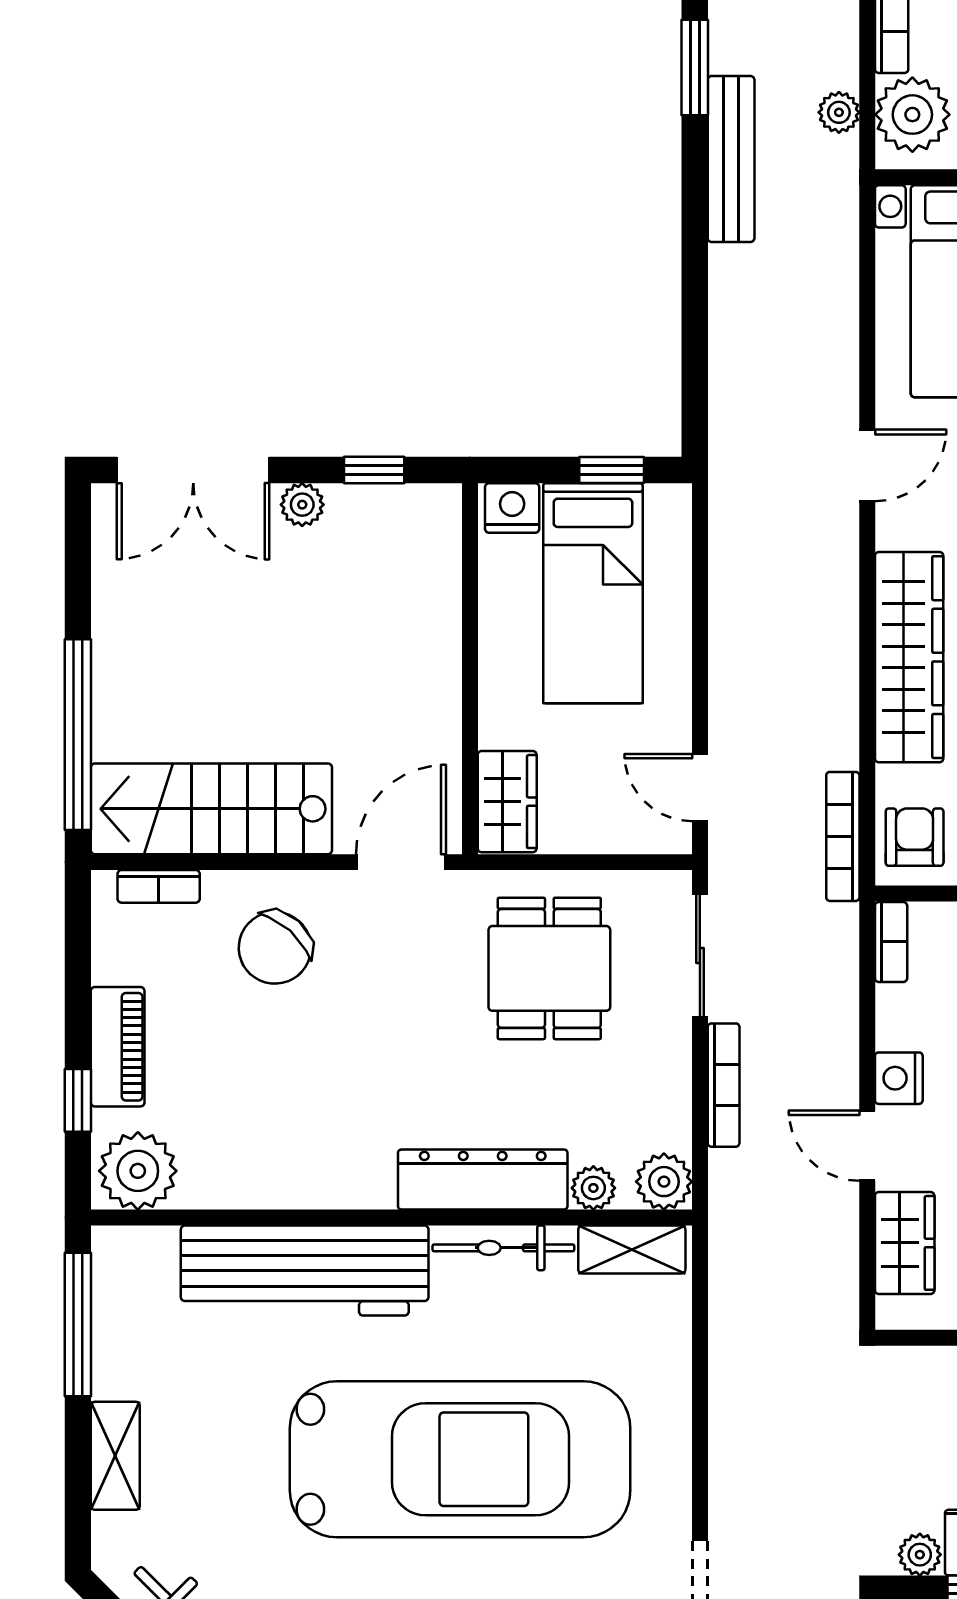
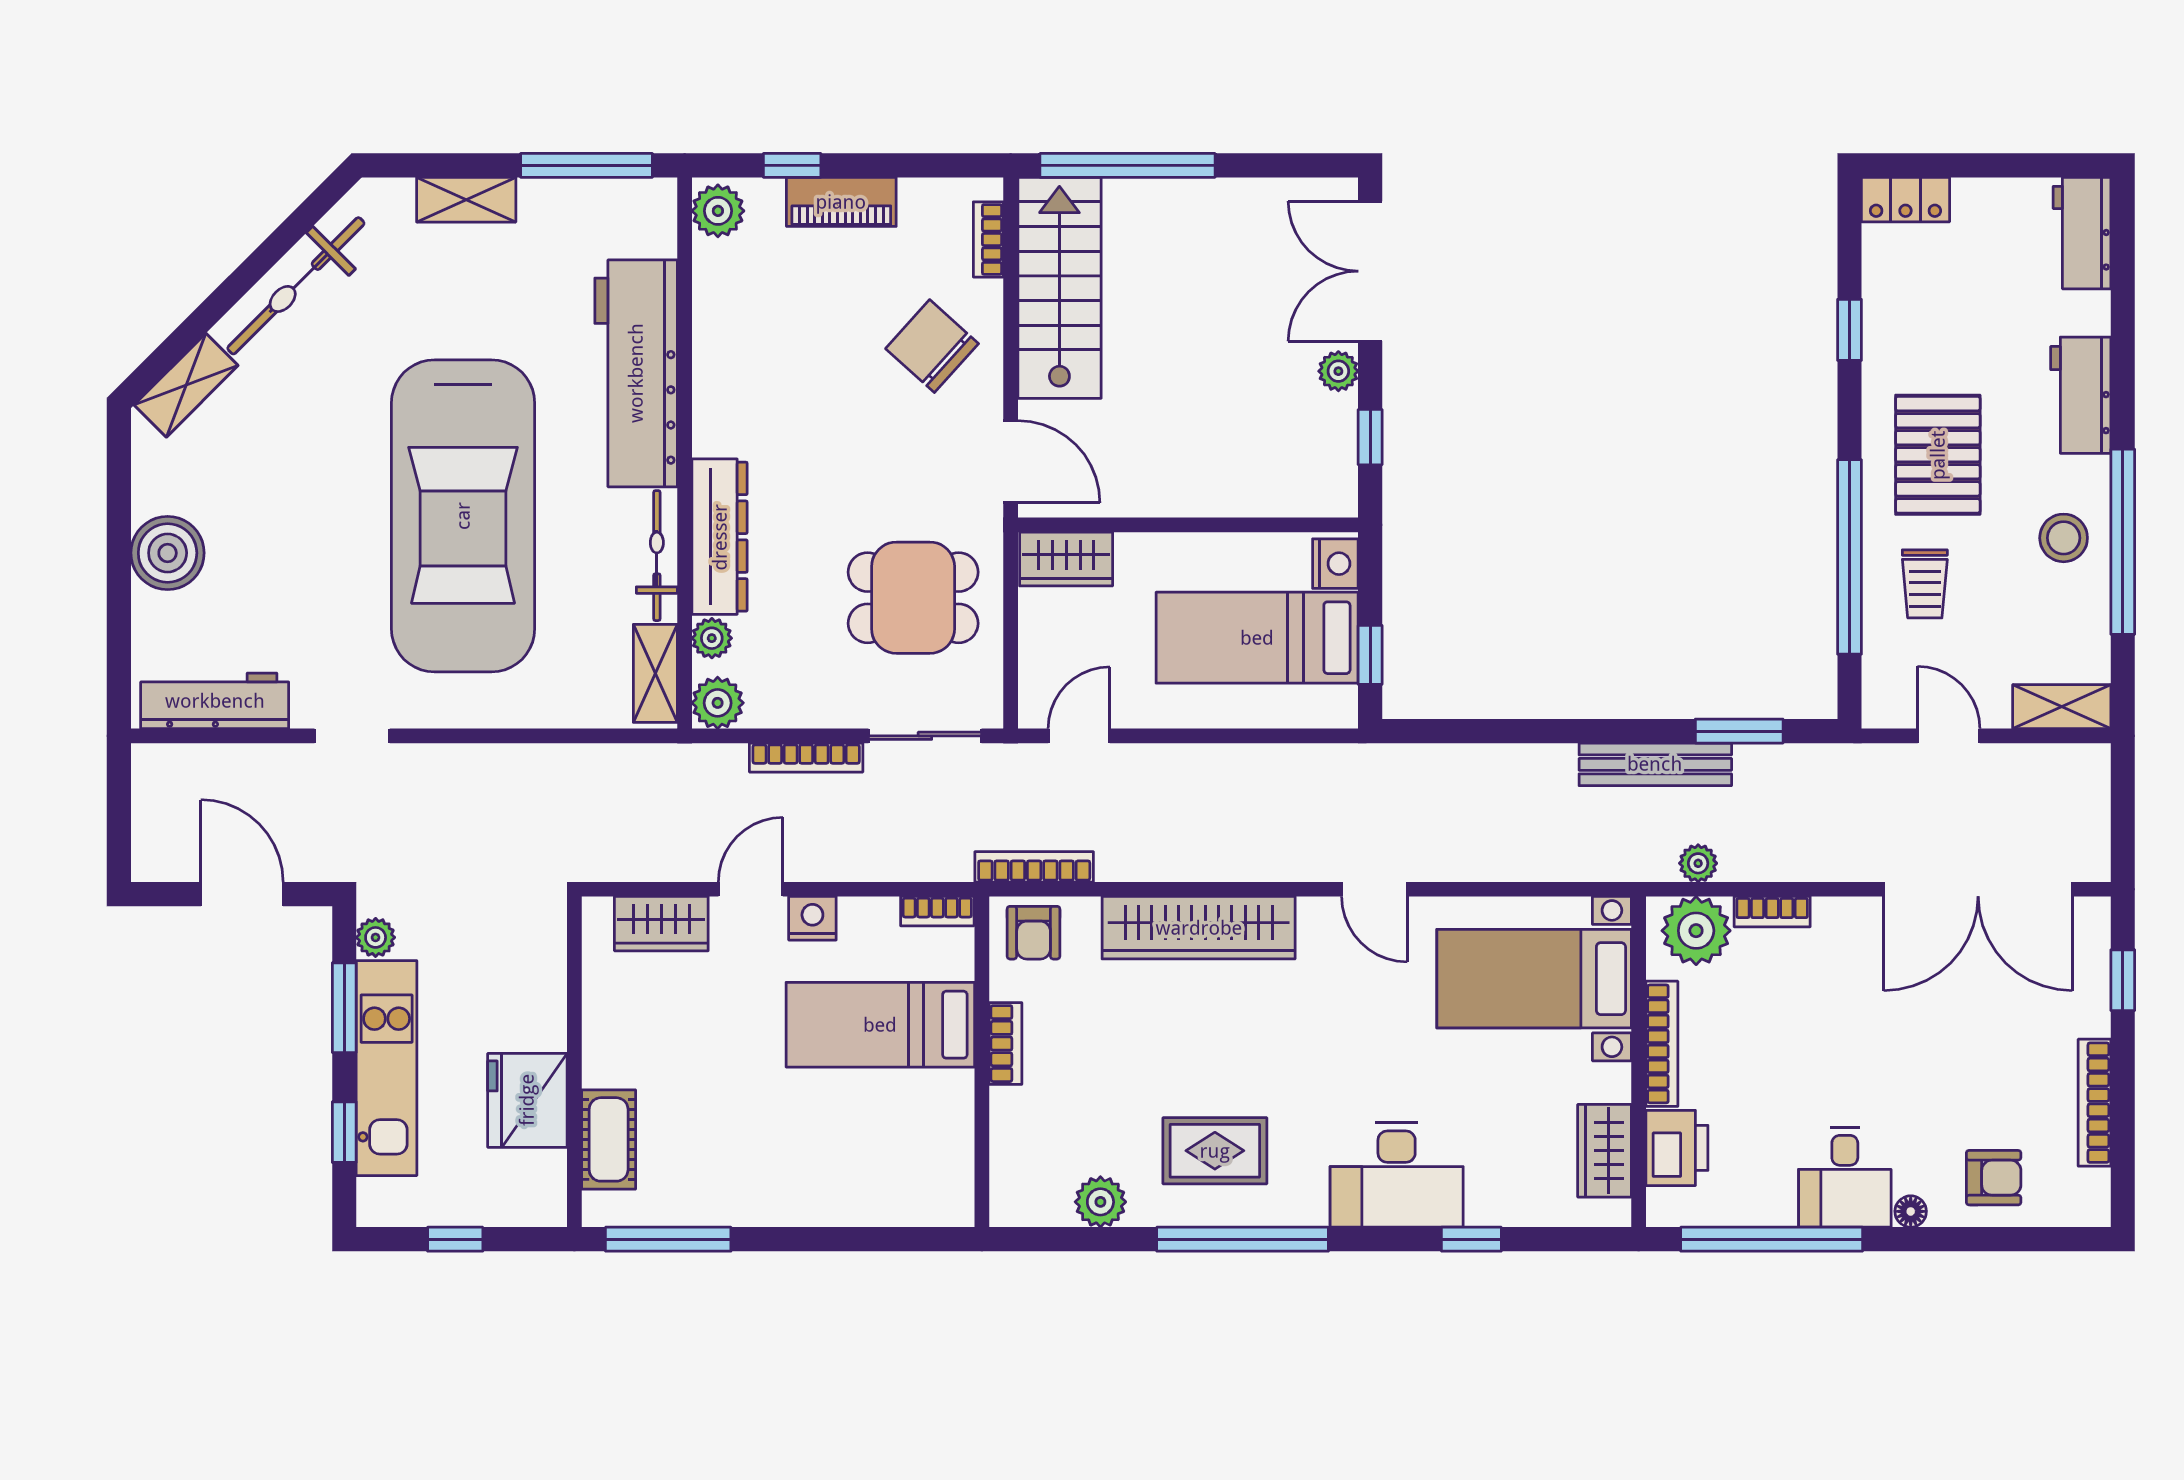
armchair: (915, 837) -> (1034, 933), turned 90
plant: (138, 1171) -> (718, 211), width x0.73, depth x0.73

